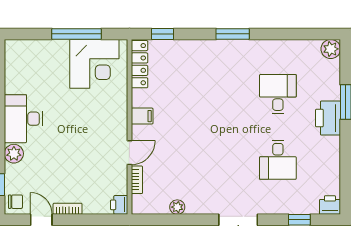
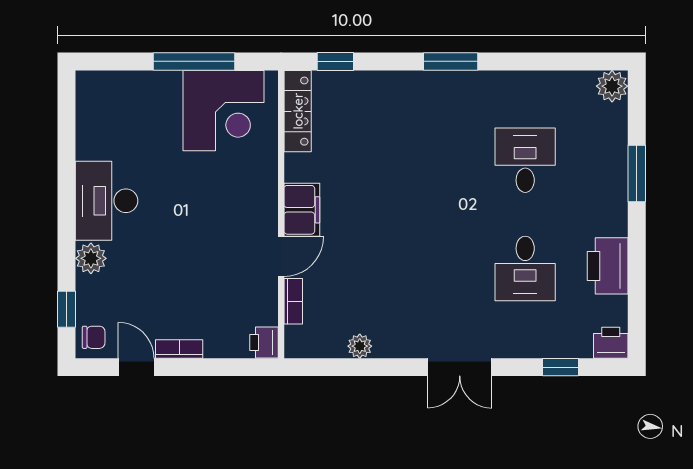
filing cabinet: (142, 116) -> (302, 210), width x2.00
printer: (328, 118) -> (608, 266), moved

